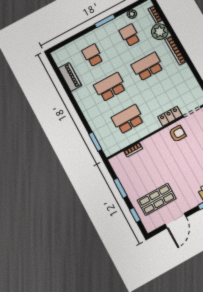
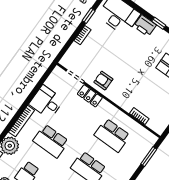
desk: (182, 78) -> (46, 102), added

